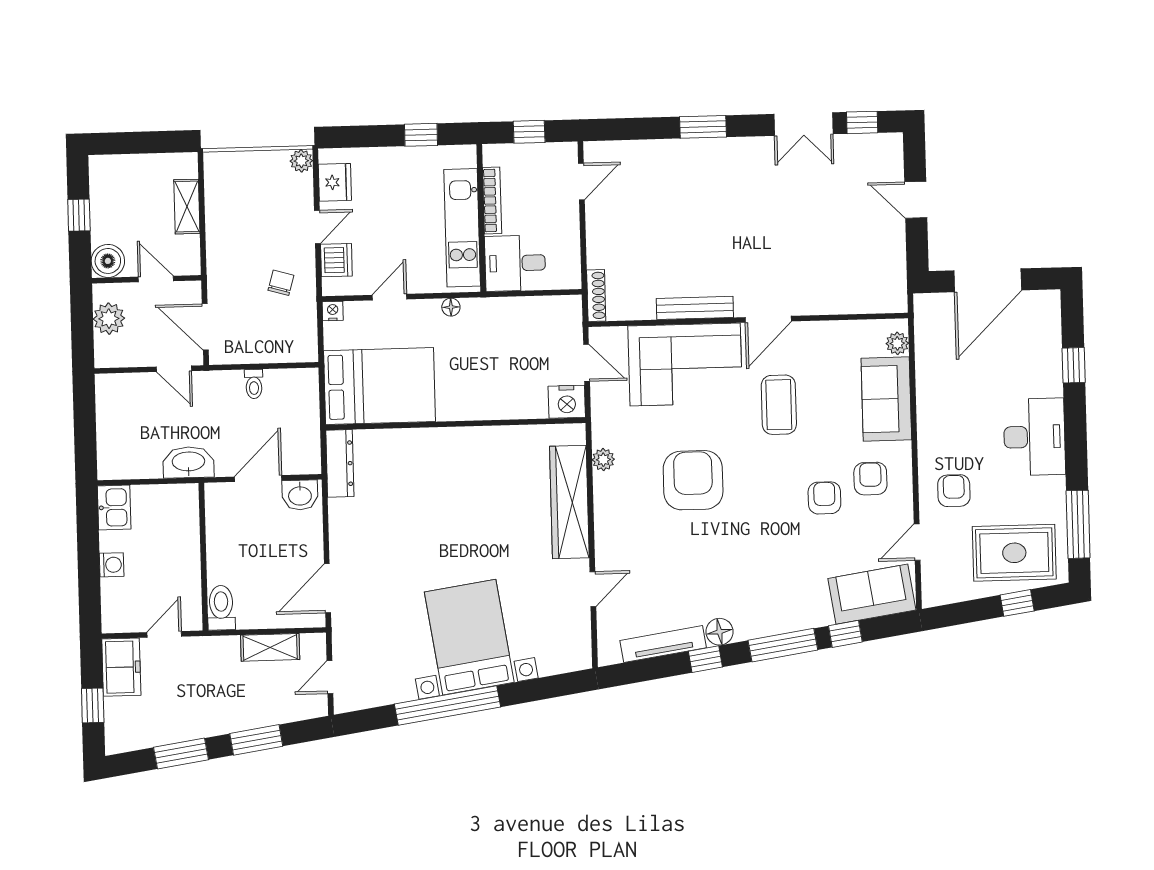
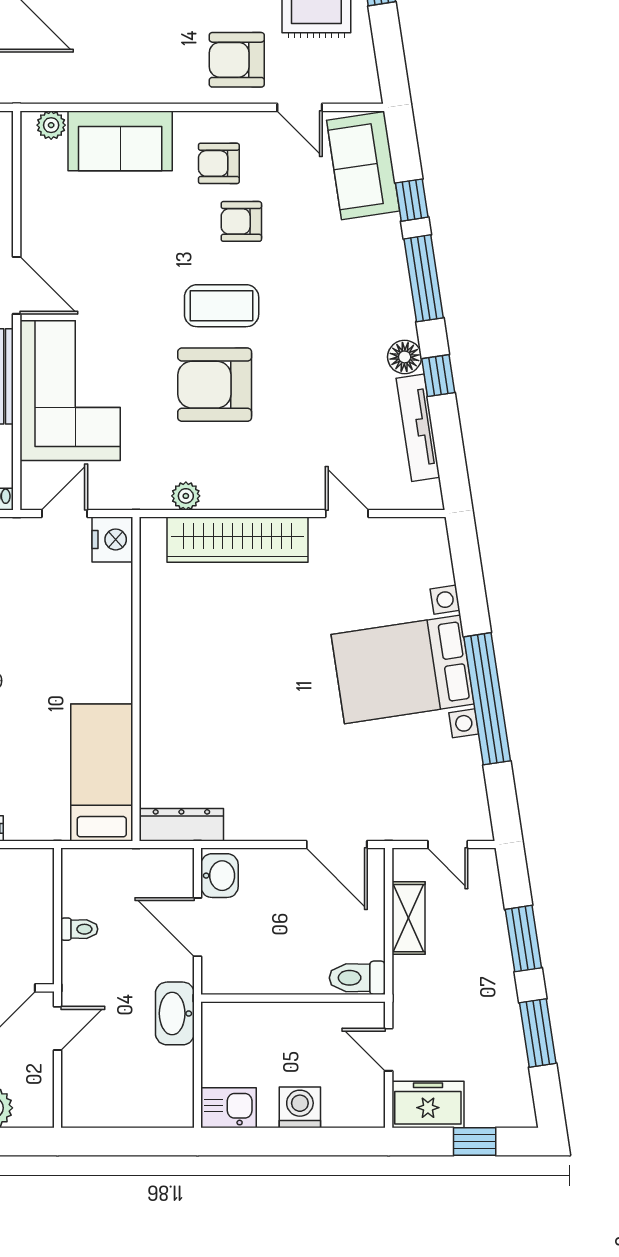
bed: (380, 386) -> (102, 773), width x0.67
coffee table: (779, 405) -> (222, 306), moved
armchair: (954, 491) -> (237, 60), width x1.38, depth x1.38
washing machine: (112, 565) -> (300, 1107), width x1.38, depth x1.38

